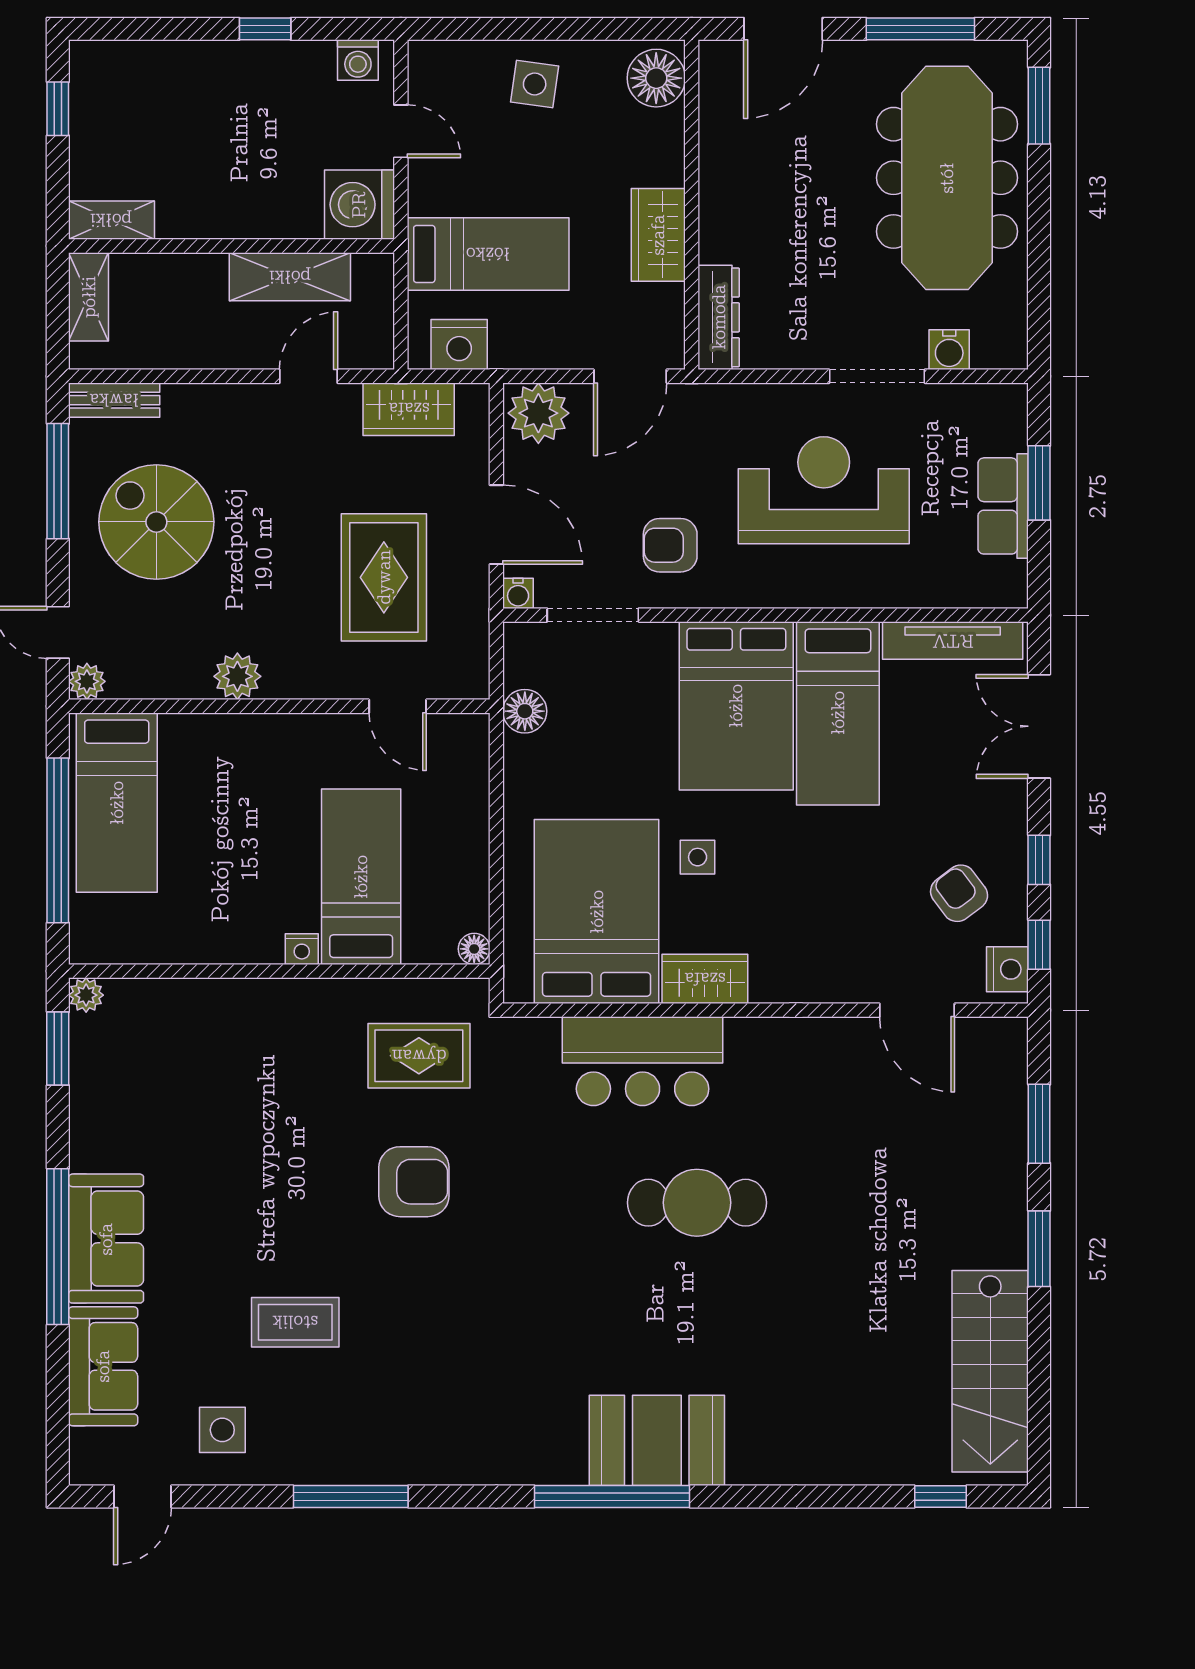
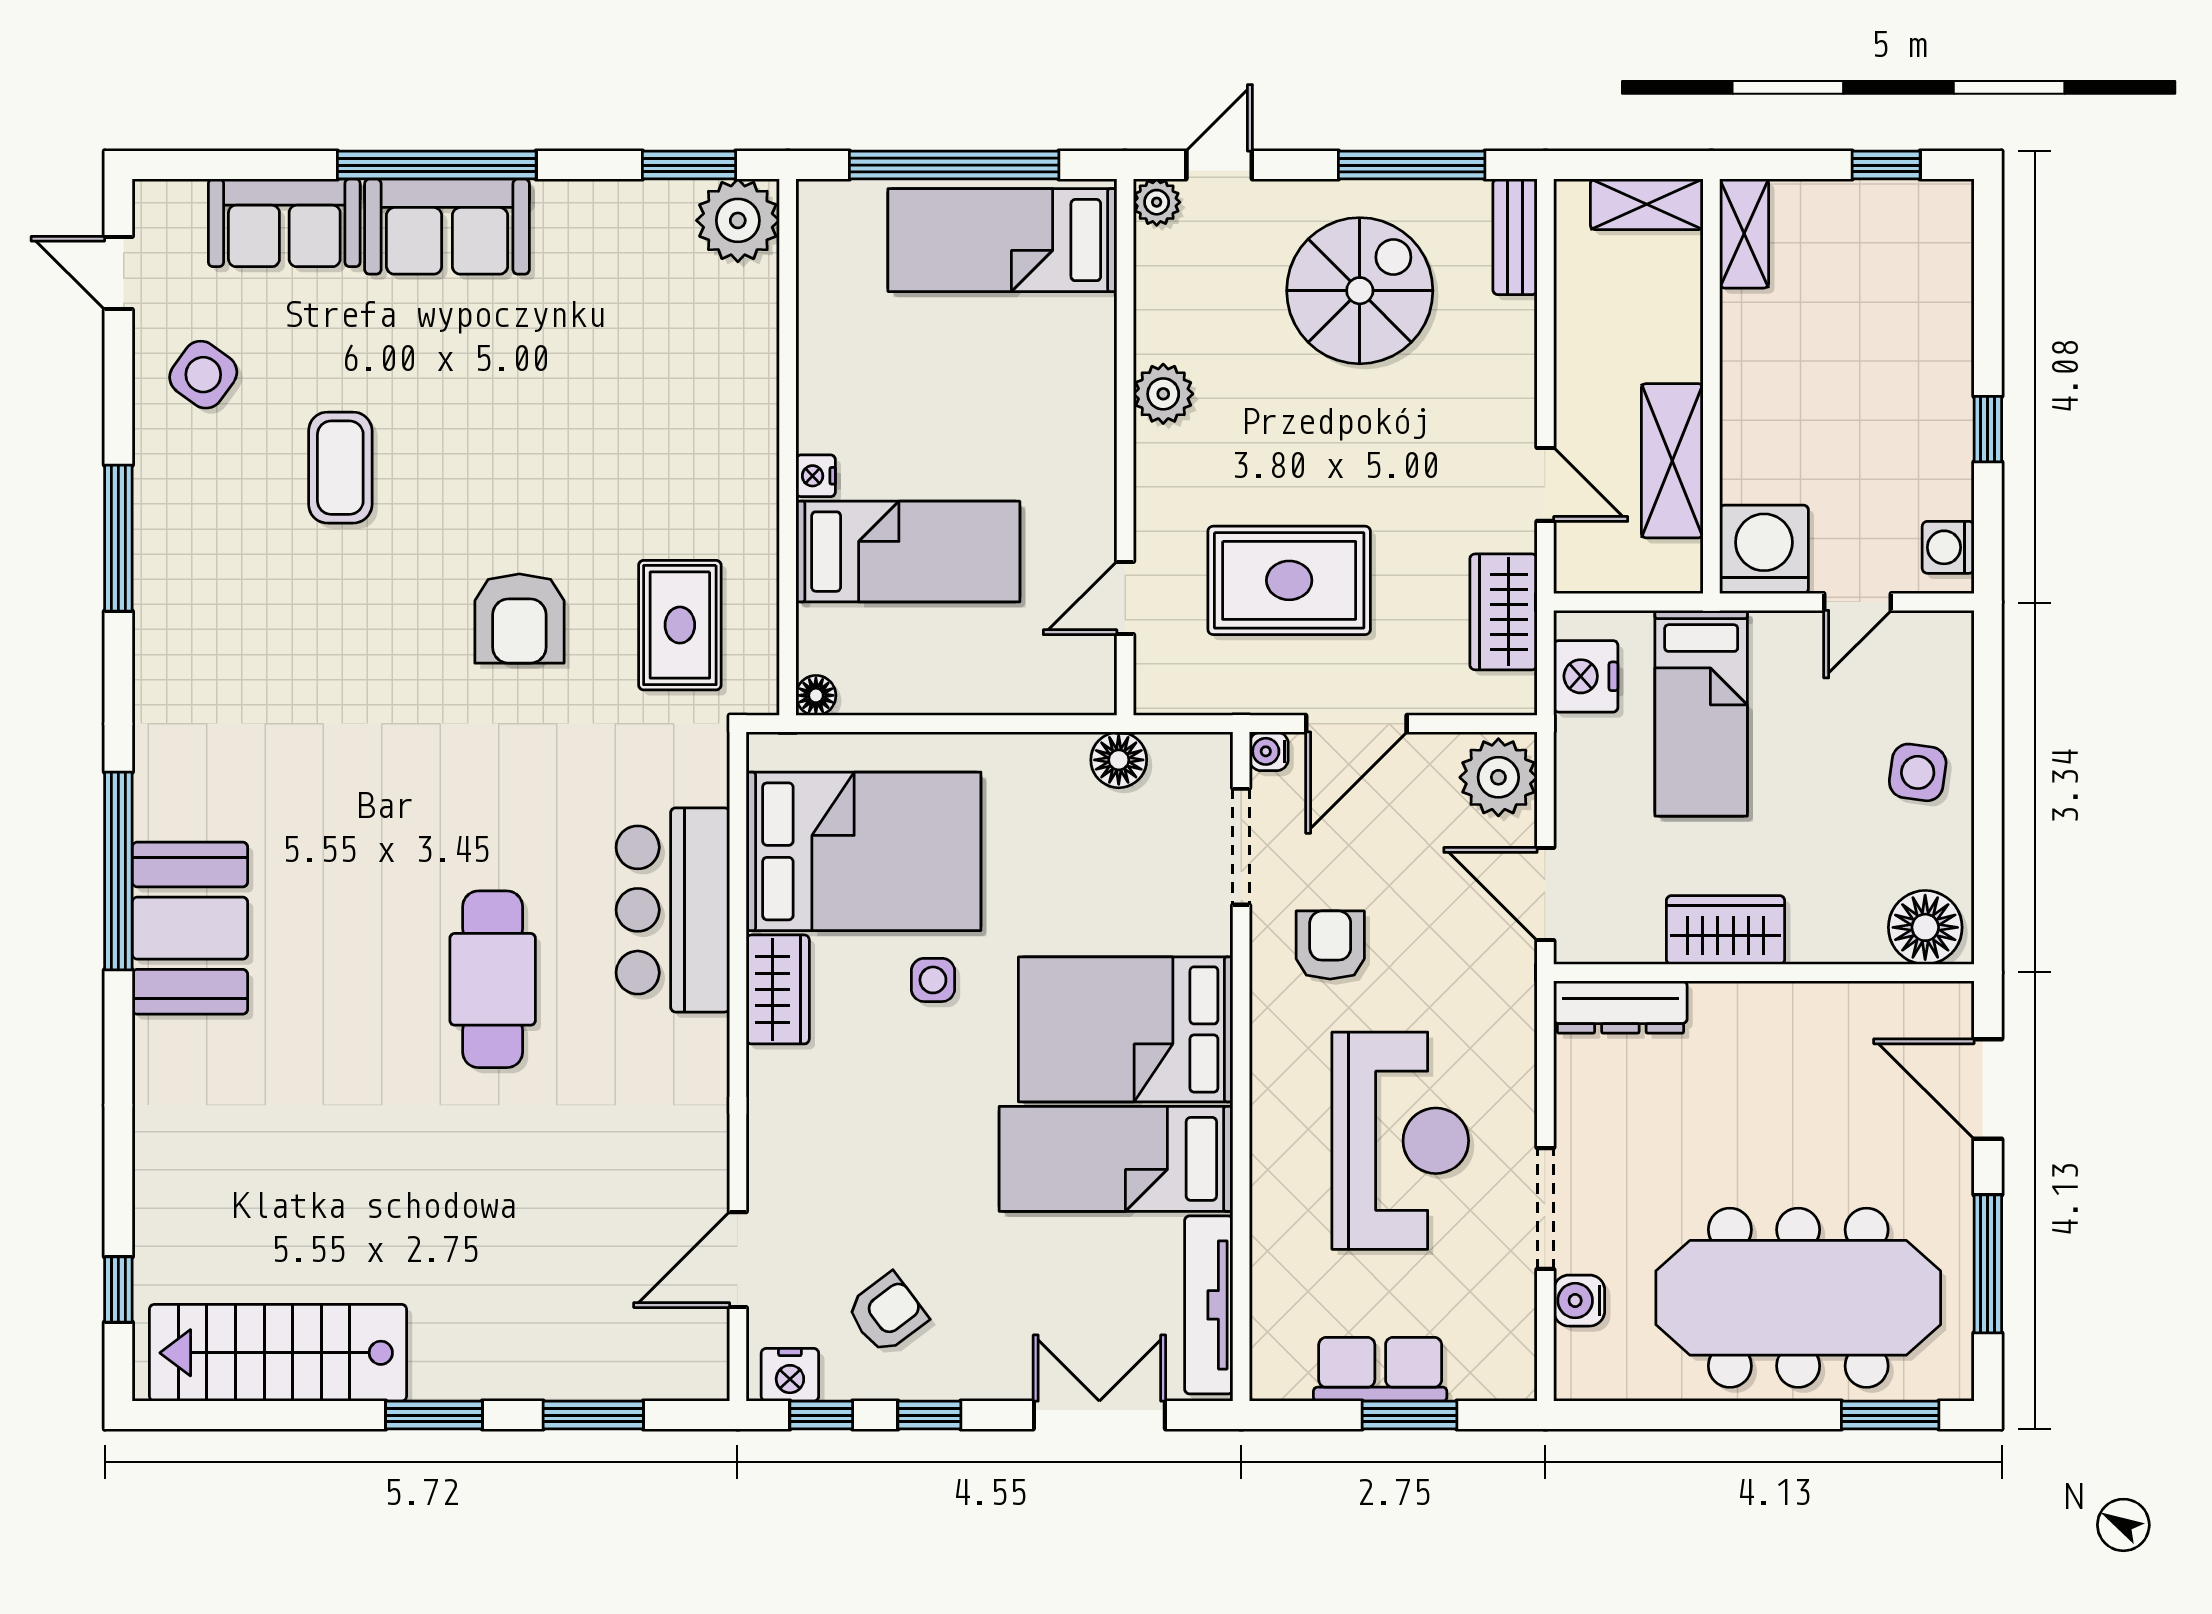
plant: (86, 995) -> (738, 220), width x1.87, depth x1.87
side table: (222, 1430) -> (203, 375), turned 36

